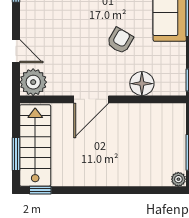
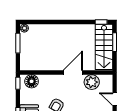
plant: (33, 82) -> (92, 82), moved
floor lamp: (142, 84) -> (32, 81), moved

